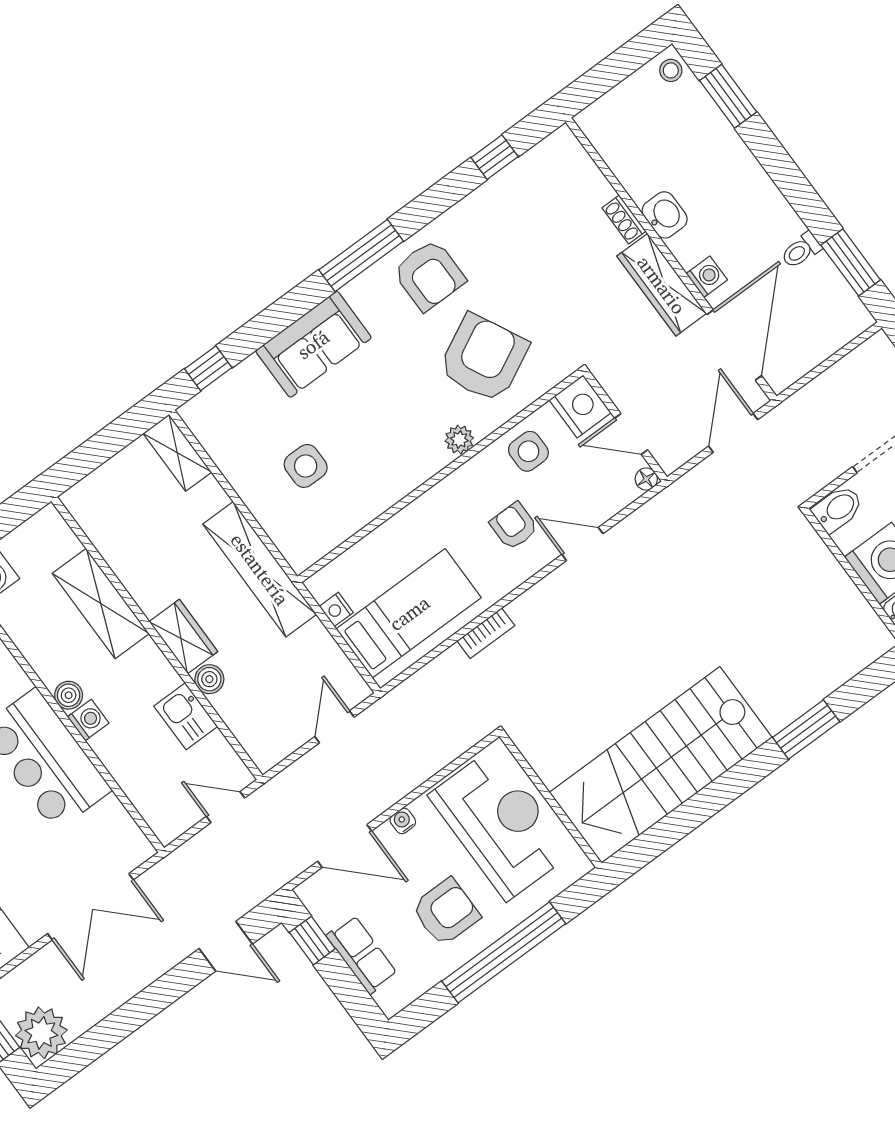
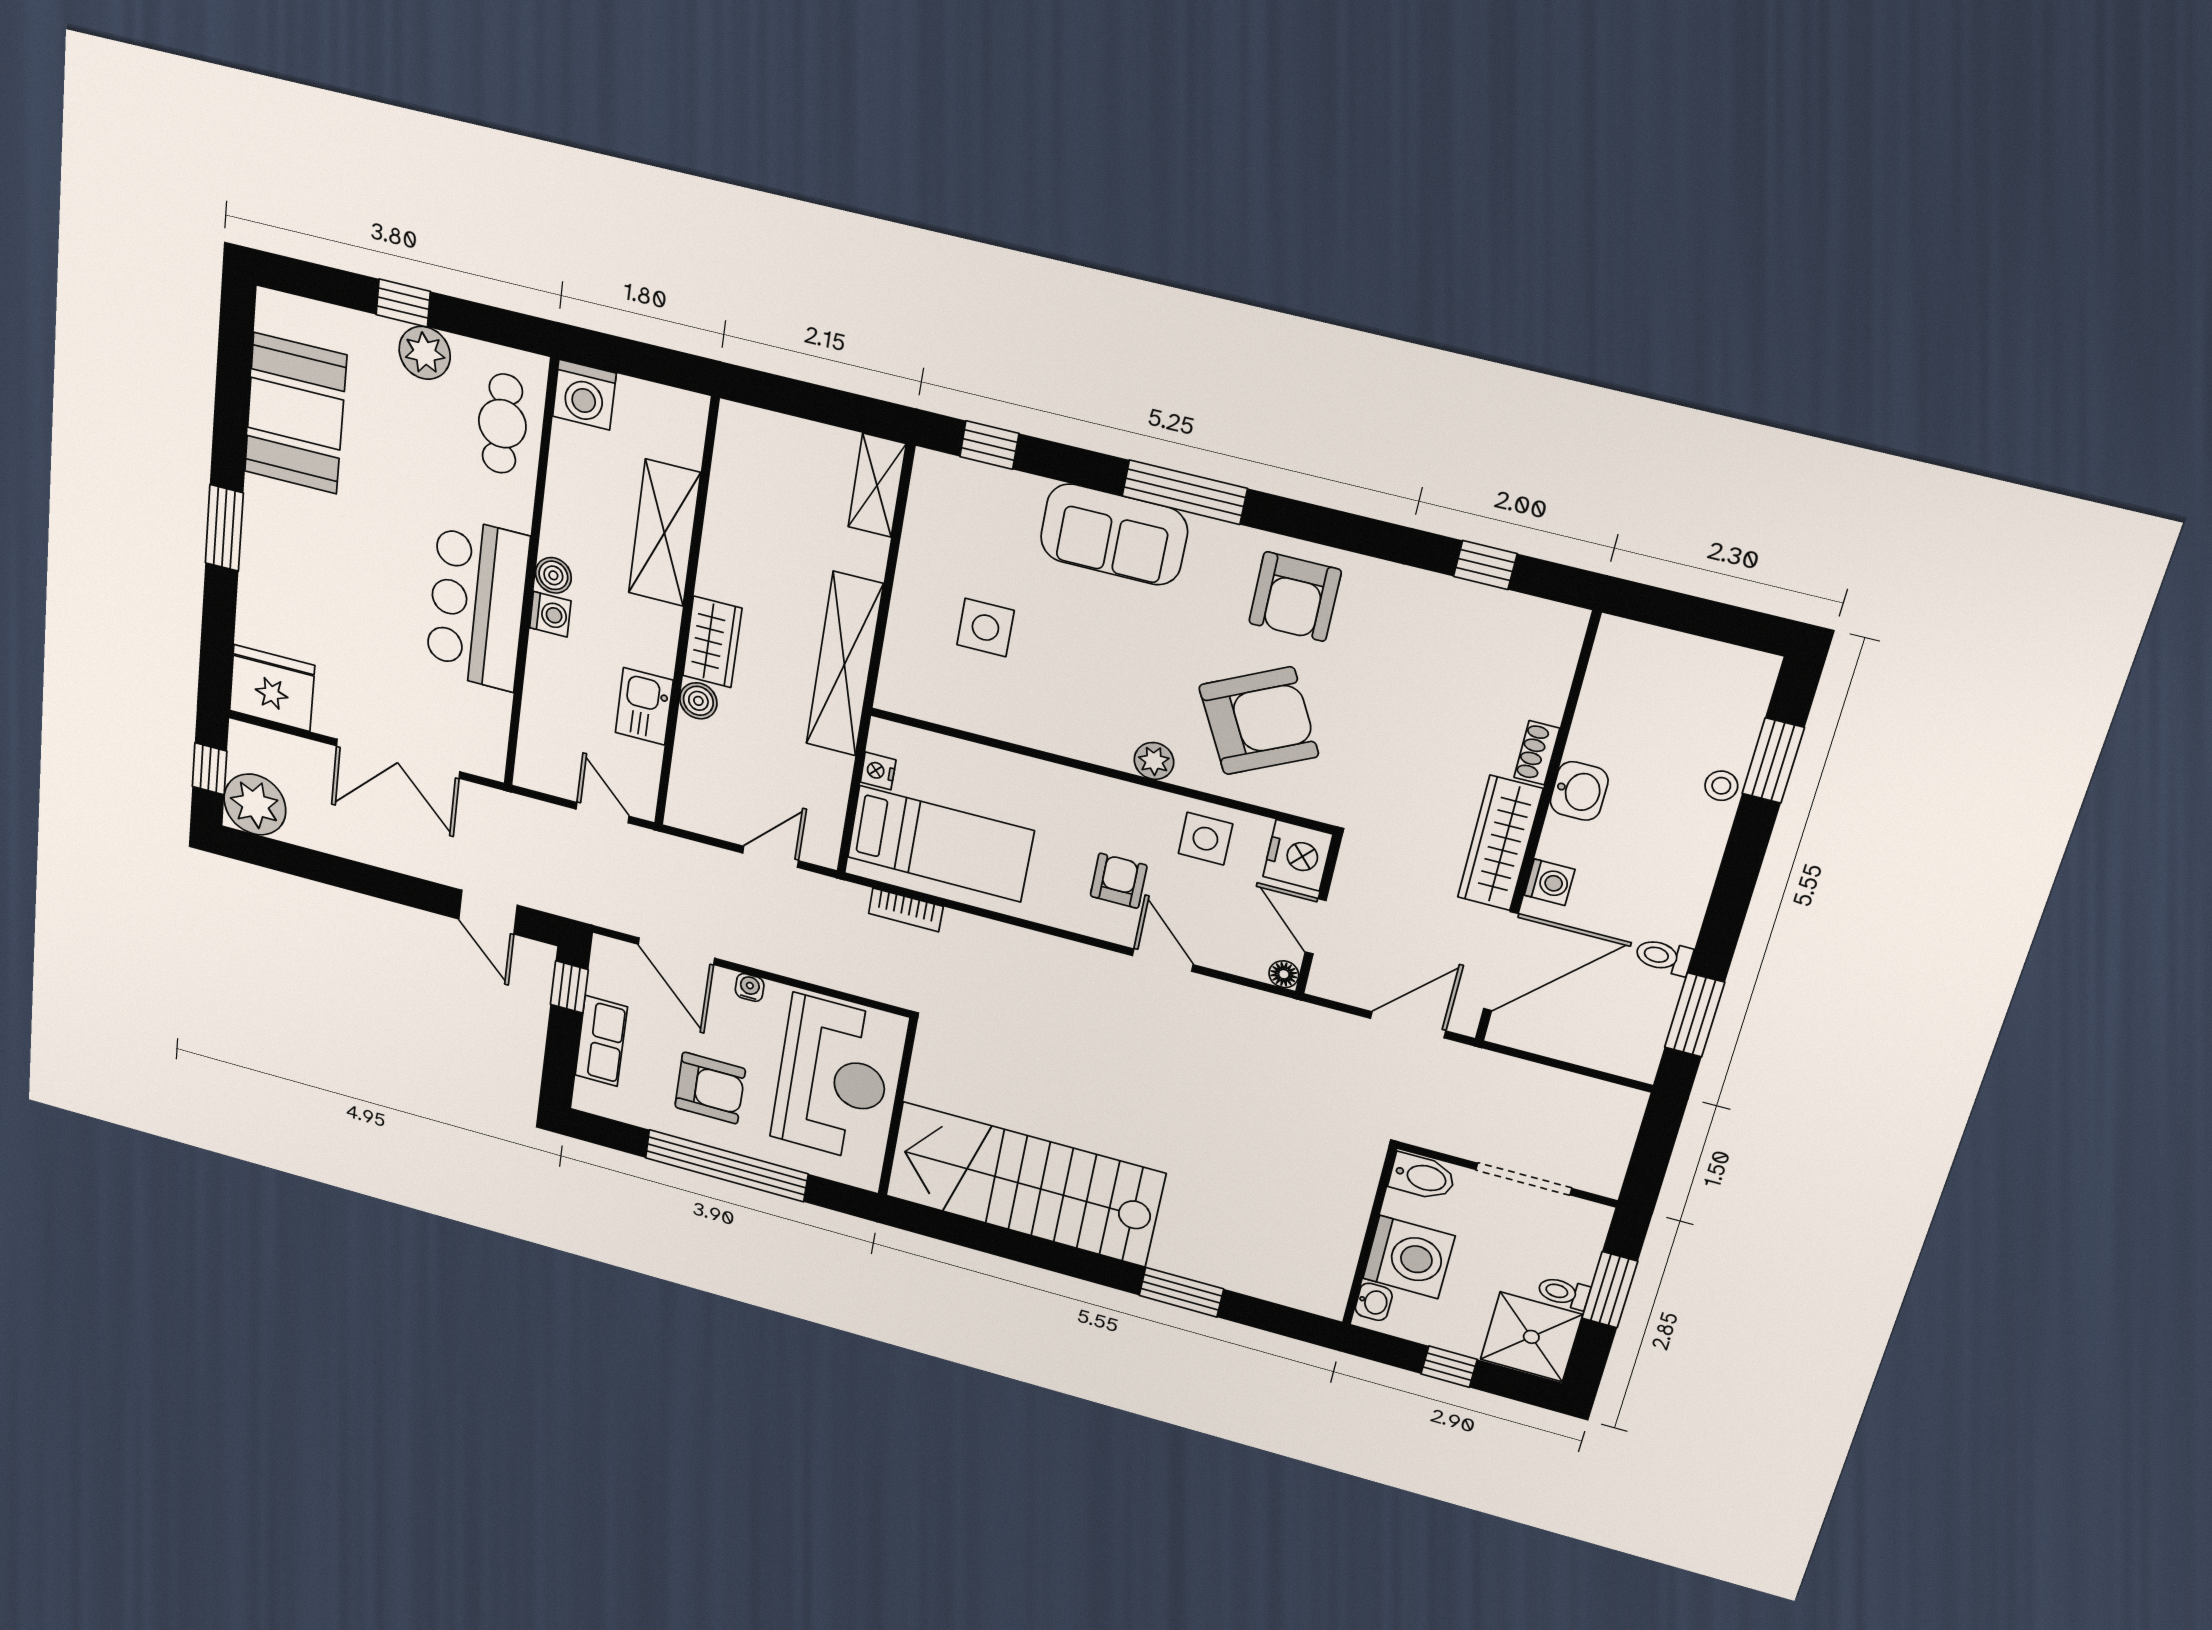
stool: (671, 70) -> (1721, 786), moved
window: (361, 255) -> (1185, 492), moved
bookcase: (486, 633) -> (906, 910), moved

